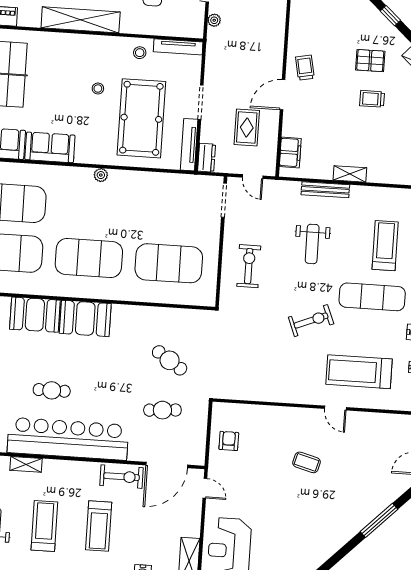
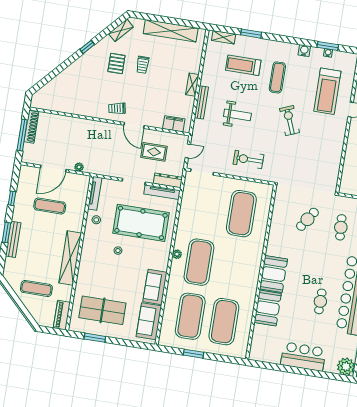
dresser: (207, 158) -> (168, 180), width x1.44
exercise mat: (89, 258) -> (199, 262), moved
exercise mat: (372, 297) -> (277, 77), width x0.73, depth x0.69

